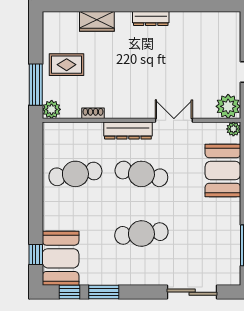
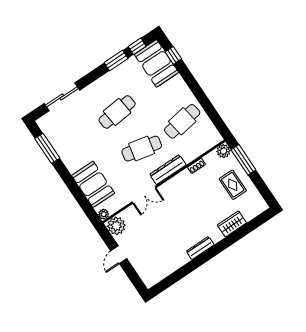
rug: (67, 65) -> (233, 185), turned 90

